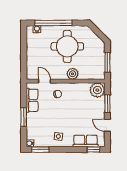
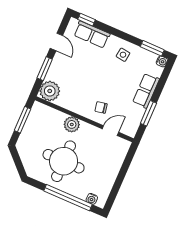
door: (44, 81) -> (110, 131), swing flipped
row of seats: (32, 100) -> (146, 91), moved
window: (24, 117) -> (148, 113), moved

